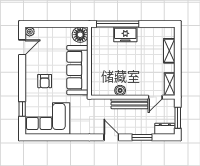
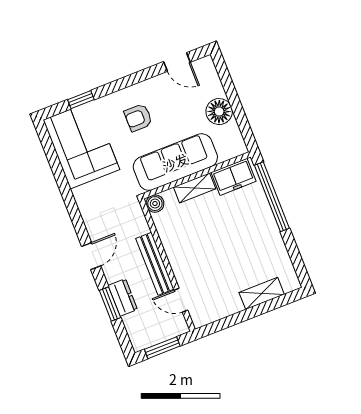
plant: (30, 32) -> (206, 64), removed
freezer: (125, 34) -> (234, 177), moved, turned -90
floor lamp: (80, 35) -> (219, 112), moved
shelving: (170, 84) -> (195, 188), moved
boiler: (120, 90) -> (155, 204), moved
dresser: (165, 129) -> (123, 297), moved

